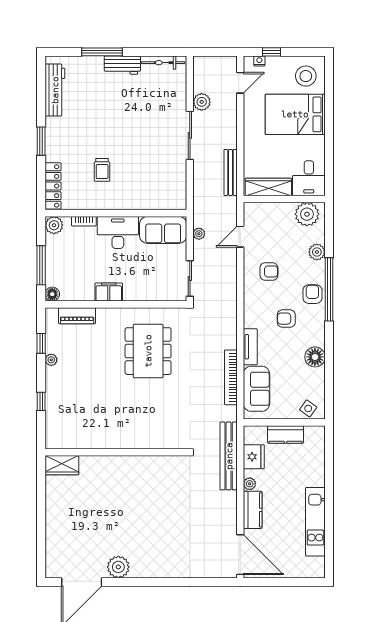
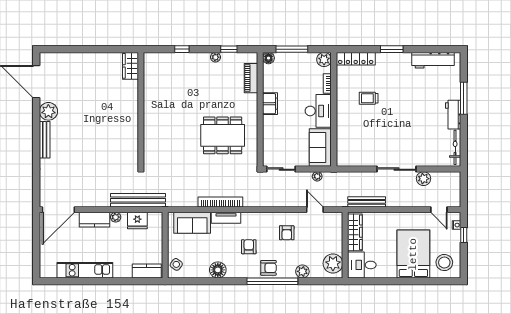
bookcase: (231, 377) -> (220, 202), moved
kitchen counter: (286, 434) -> (147, 271), moved, turned 90
bench: (154, 572) -> (45, 140), added

